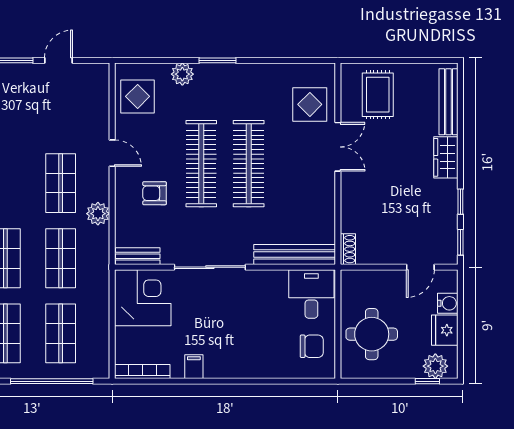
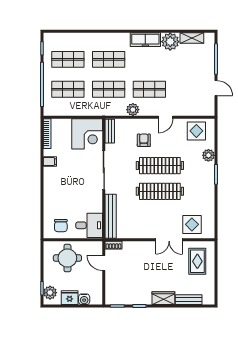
rug: (378, 95) -> (197, 261), turned 90
bench: (448, 102) -> (189, 300), width x0.73
door: (420, 267) -> (104, 263), moved

